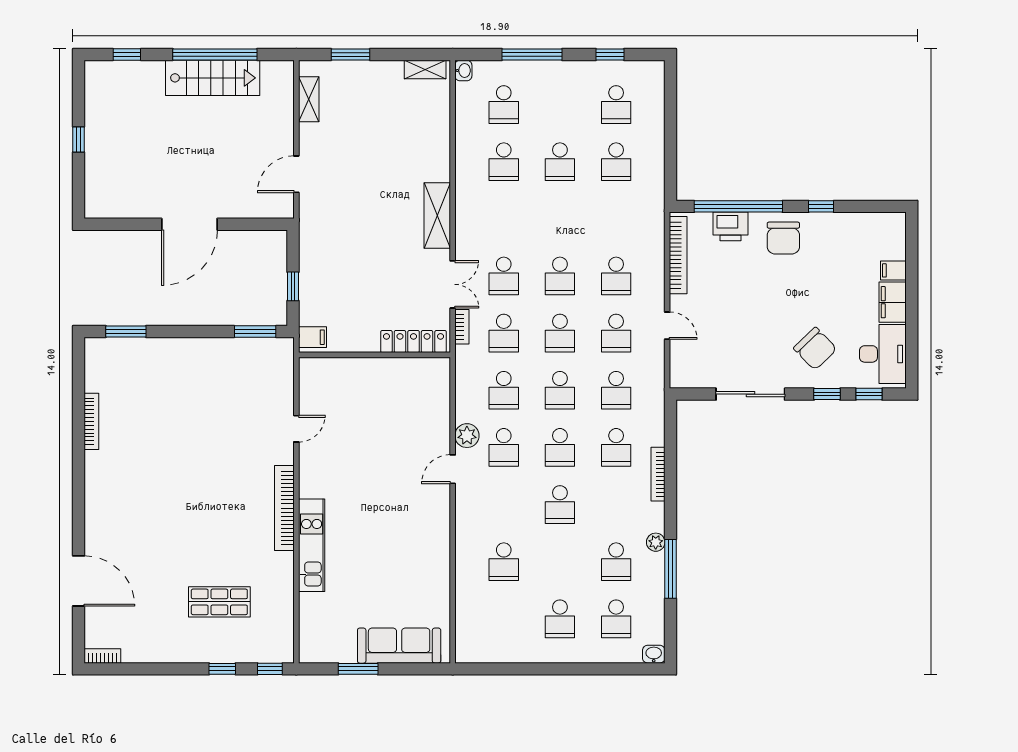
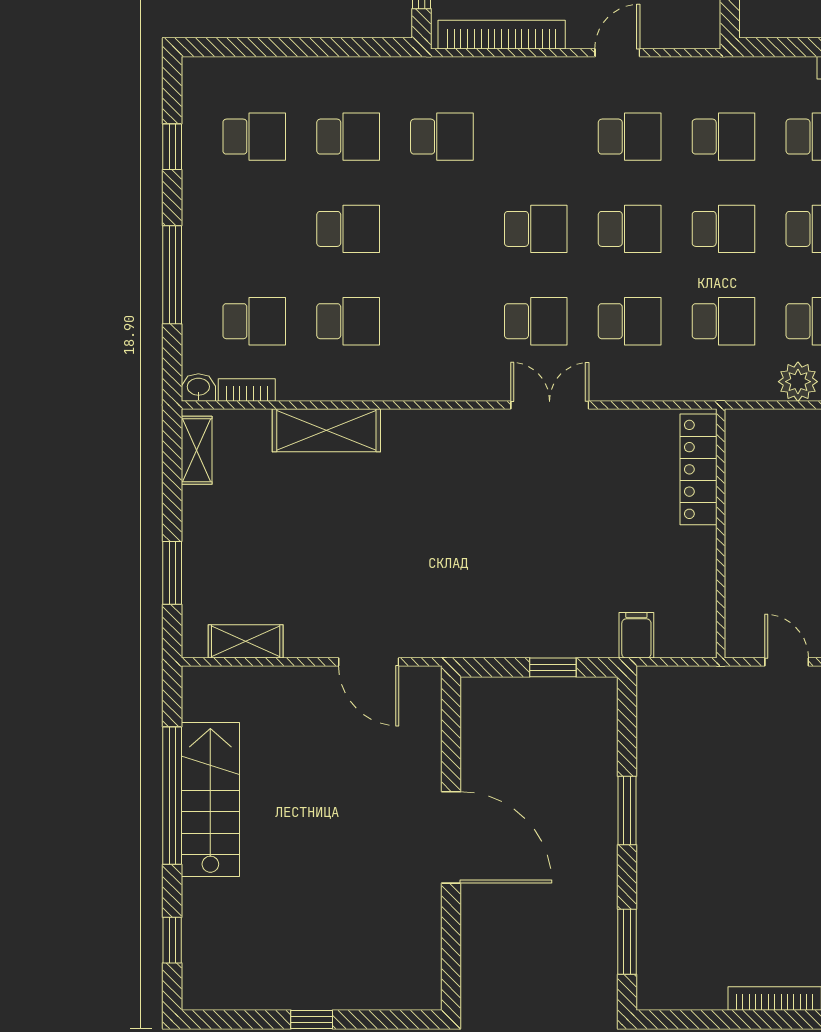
shelving: (437, 215) -> (326, 430), moved
school desk: (616, 276) -> (442, 137), moved
bookcase: (462, 327) -> (247, 390), moved
window: (255, 332) -> (627, 810), moved
locker: (414, 342) -> (699, 469), moved
wall: (375, 355) -> (721, 533), moved

